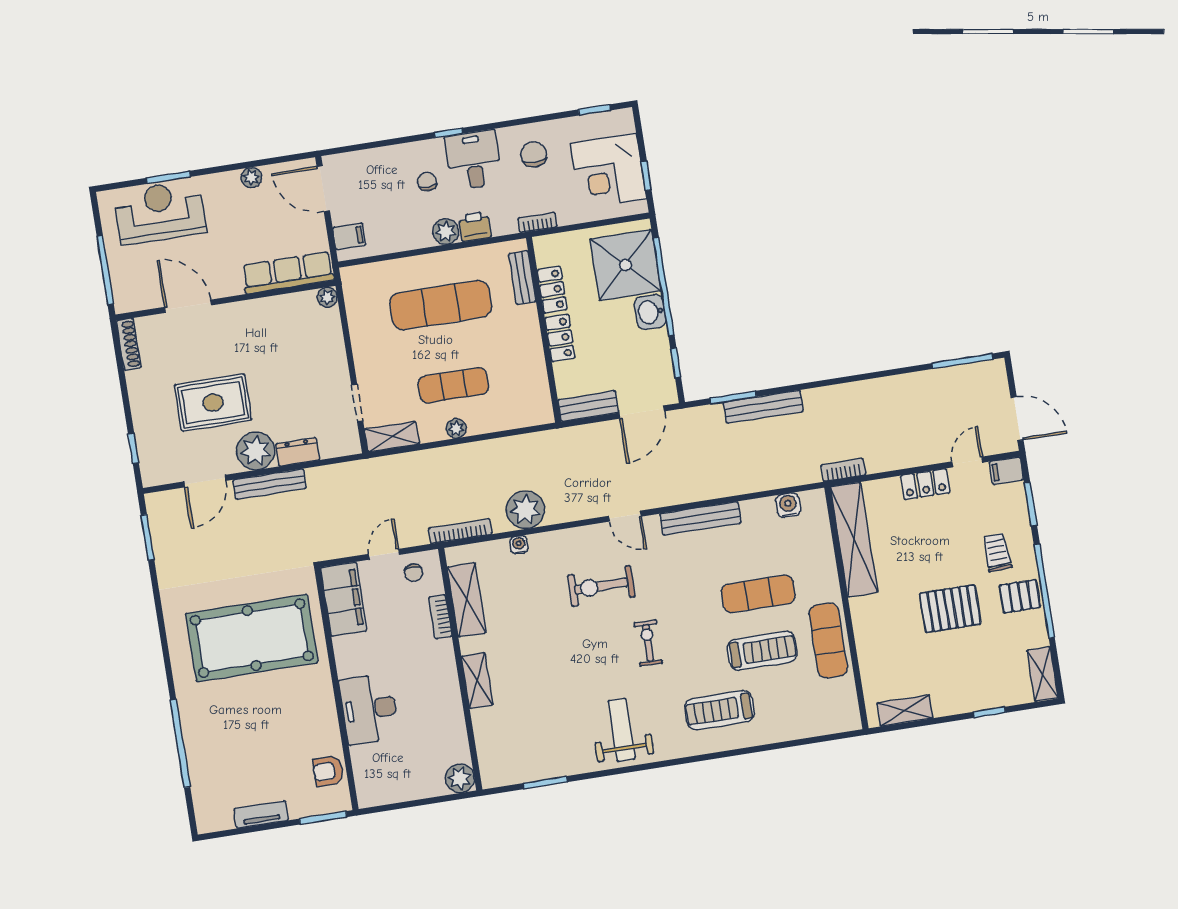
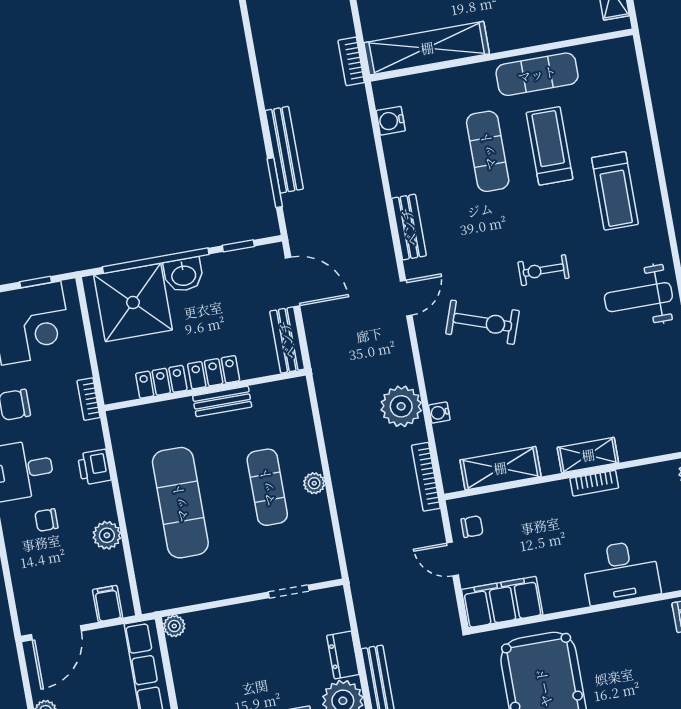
plant: (446, 232) -> (107, 535), moved
bench: (522, 278) -> (222, 401), moved
shelving: (392, 437) -> (325, 553), removed
bench: (700, 518) -> (409, 227), width x0.73
exercise bike: (601, 586) -> (482, 322), turned -71
bookcase: (440, 617) -> (594, 483), moved

